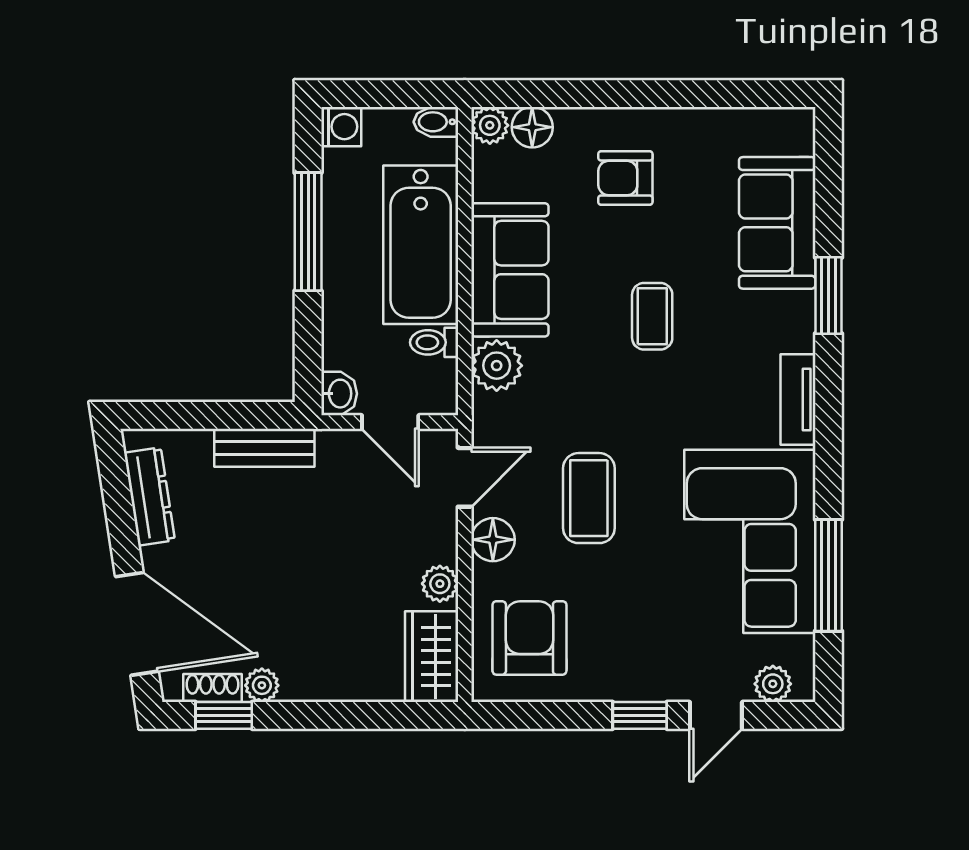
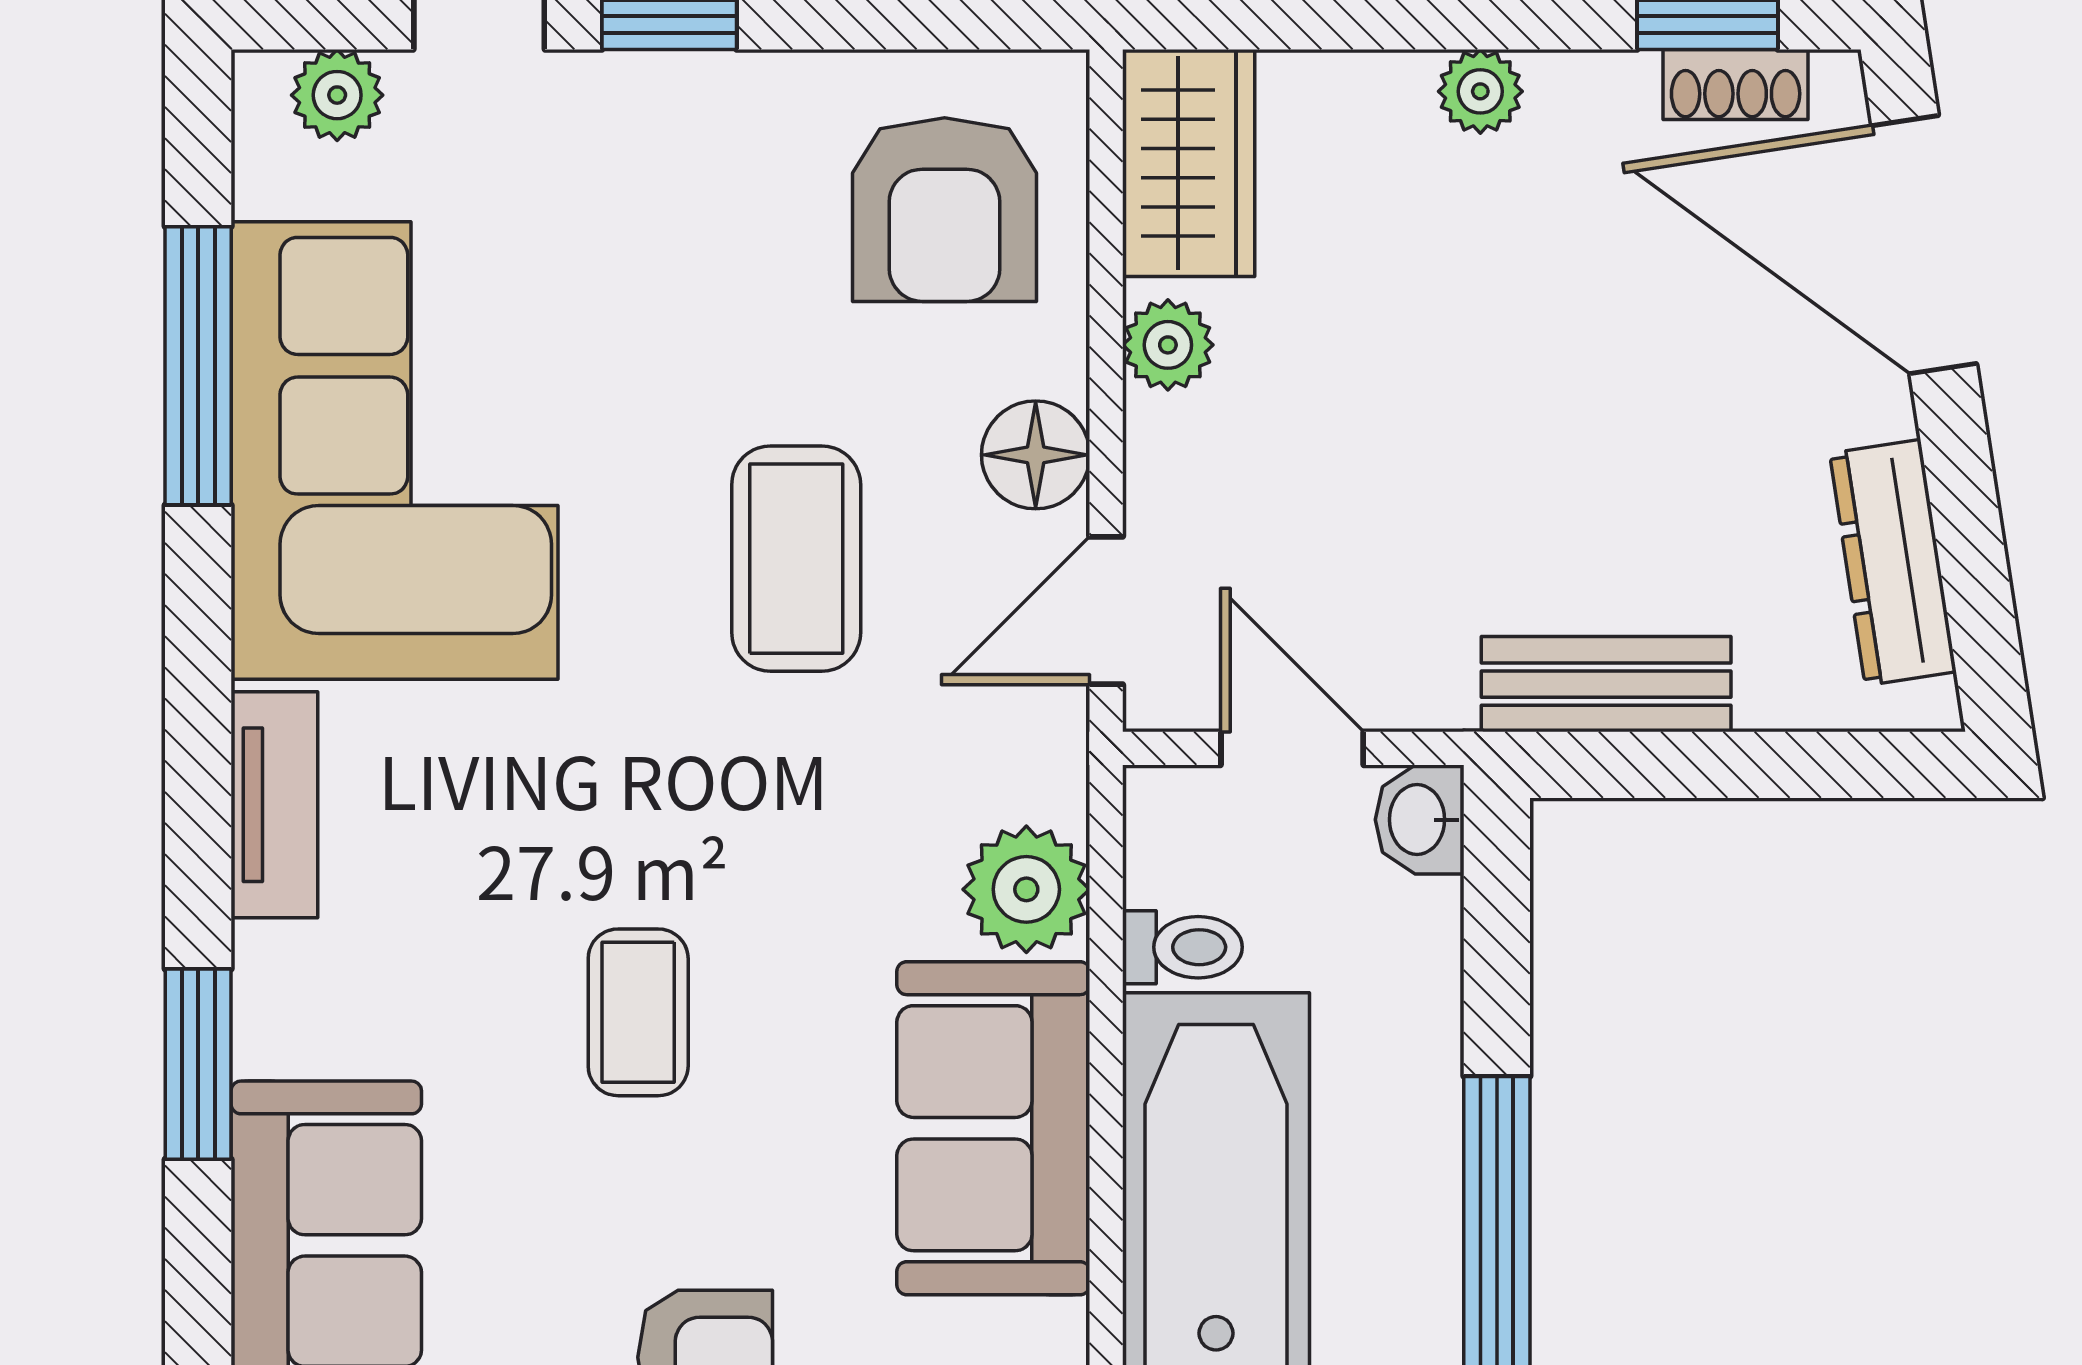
plant: (262, 685) -> (1480, 91), moved

